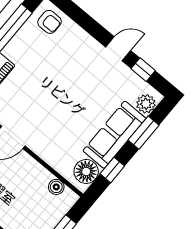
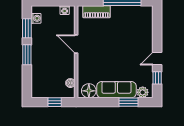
armchair: (49, 22) -> (143, 17), removed
door: (118, 49) -> (157, 59), swing flipped
window: (112, 170) -> (100, 102), removed

